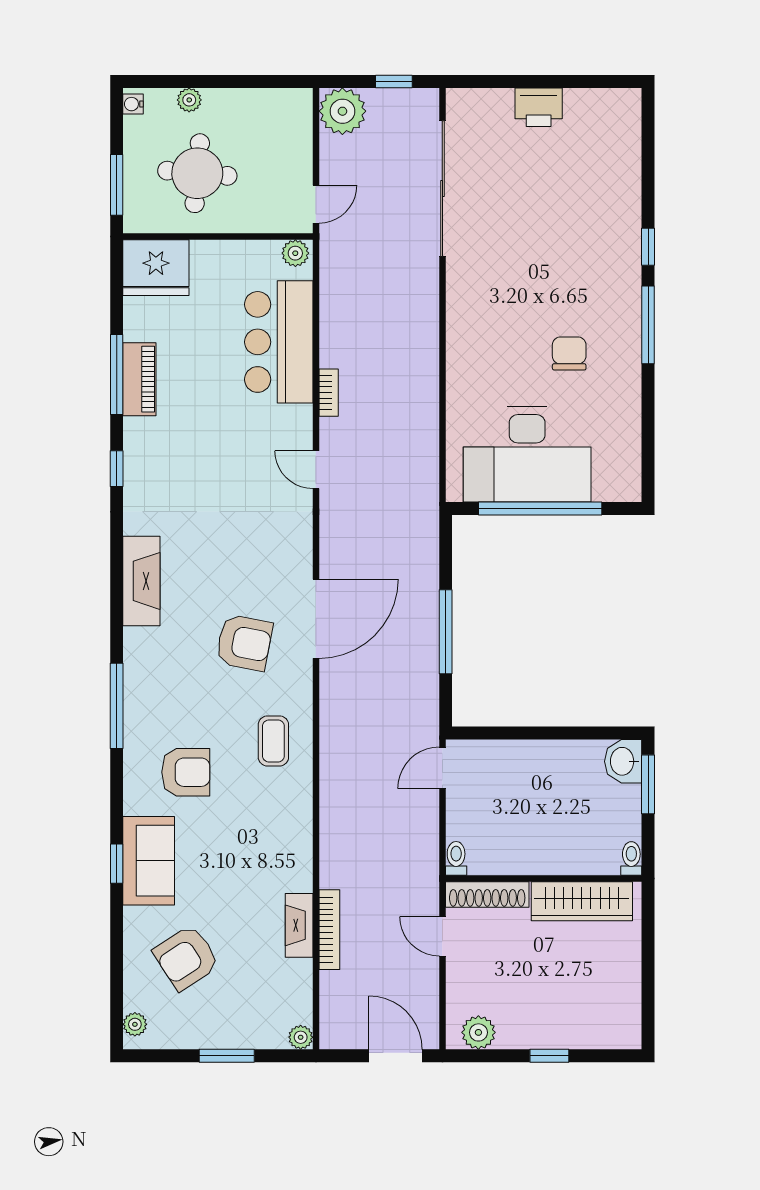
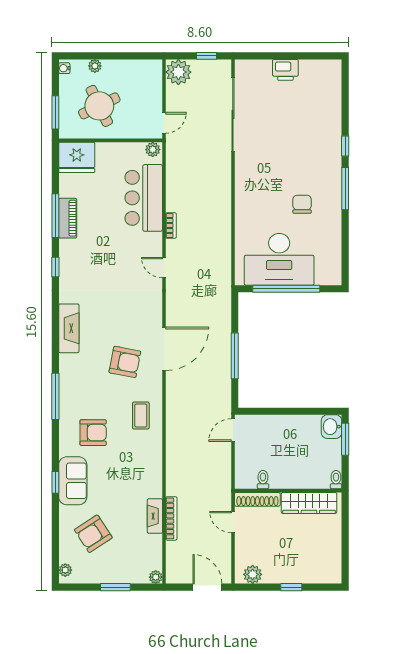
round table: (197, 173) -> (99, 106), turned -31
toilet: (456, 858) -> (263, 480), moved

